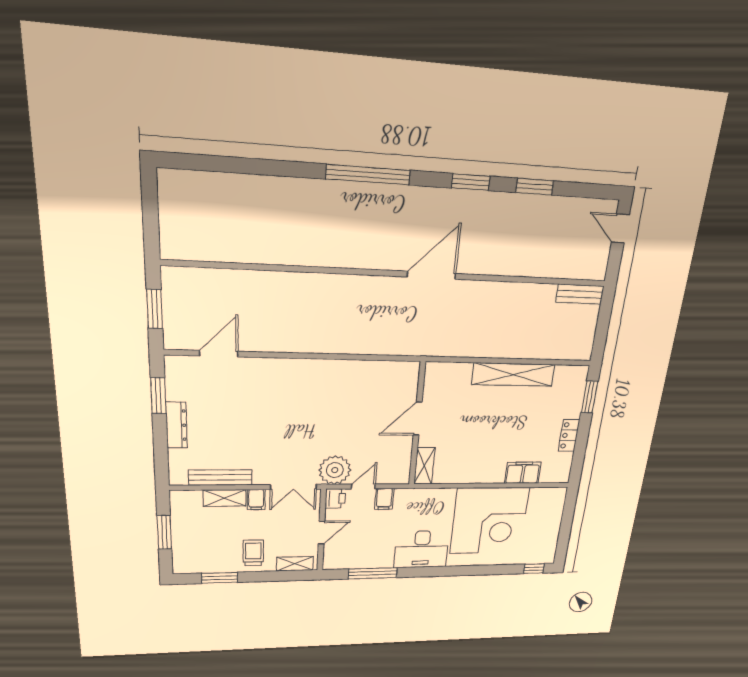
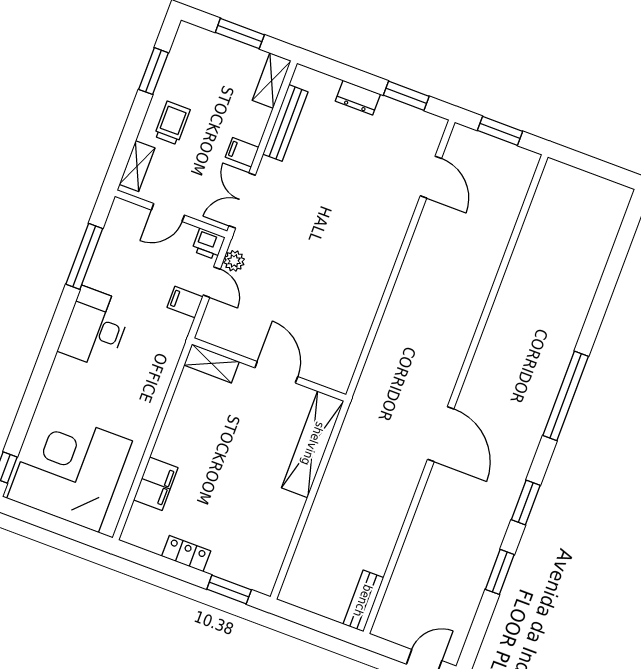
shelving: (513, 375) -> (313, 444), moved
dresser: (176, 425) -> (358, 98), width x0.70
plant: (335, 470) -> (234, 261), width x0.53, depth x0.53
shelving: (225, 498) -> (272, 81), moved
corner desk: (489, 521) -> (70, 470), moved, turned 90
door: (322, 533) -> (168, 213), hinge flipped
trolley: (253, 553) -> (172, 123), turned -90

